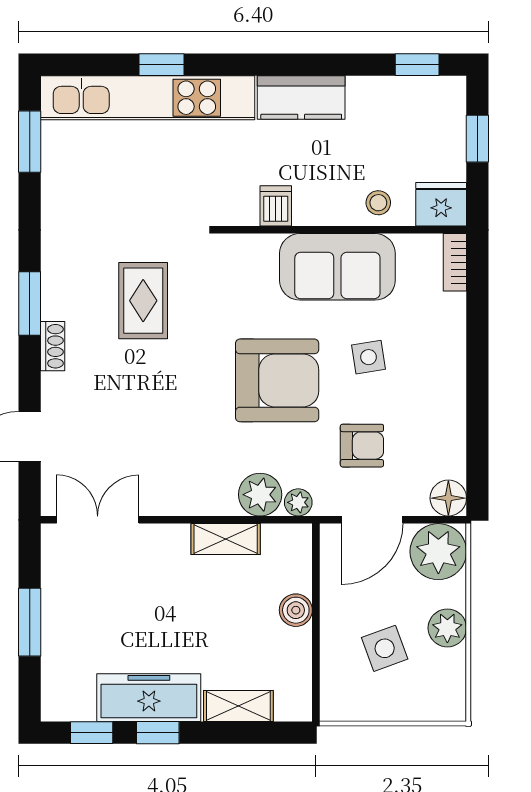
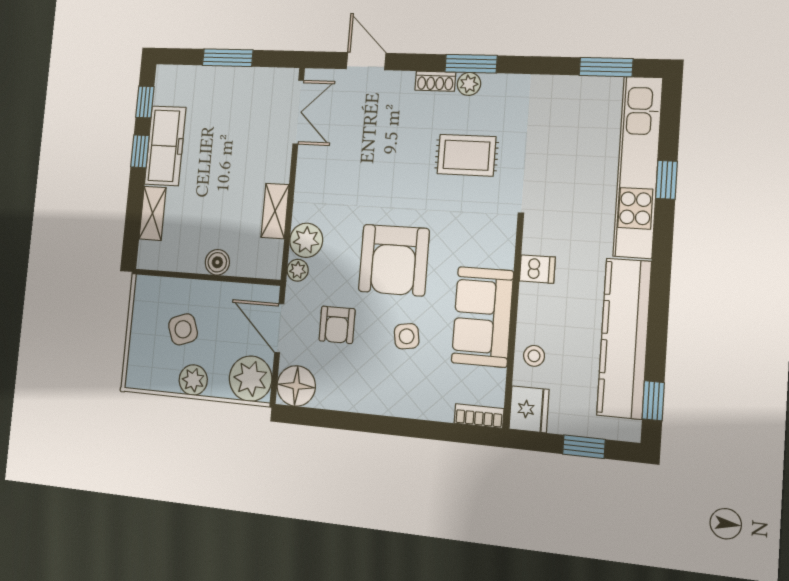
kitchen counter: (301, 97) -> (624, 338), width x2.08, depth x1.17
plant: (55, 304) -> (469, 84), added
floor lamp: (448, 498) -> (296, 386), width x1.38, depth x1.38

